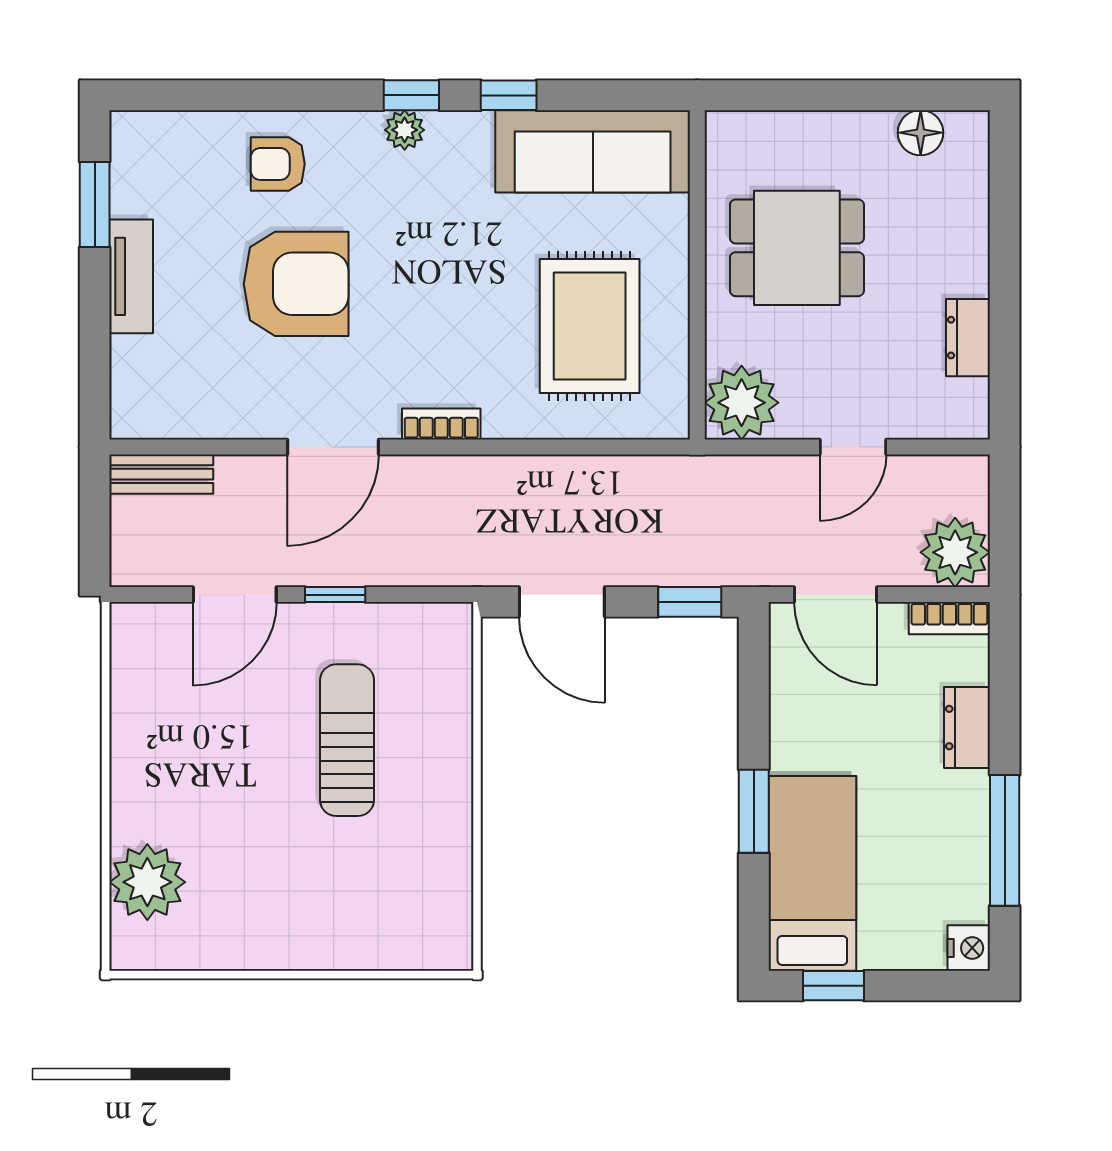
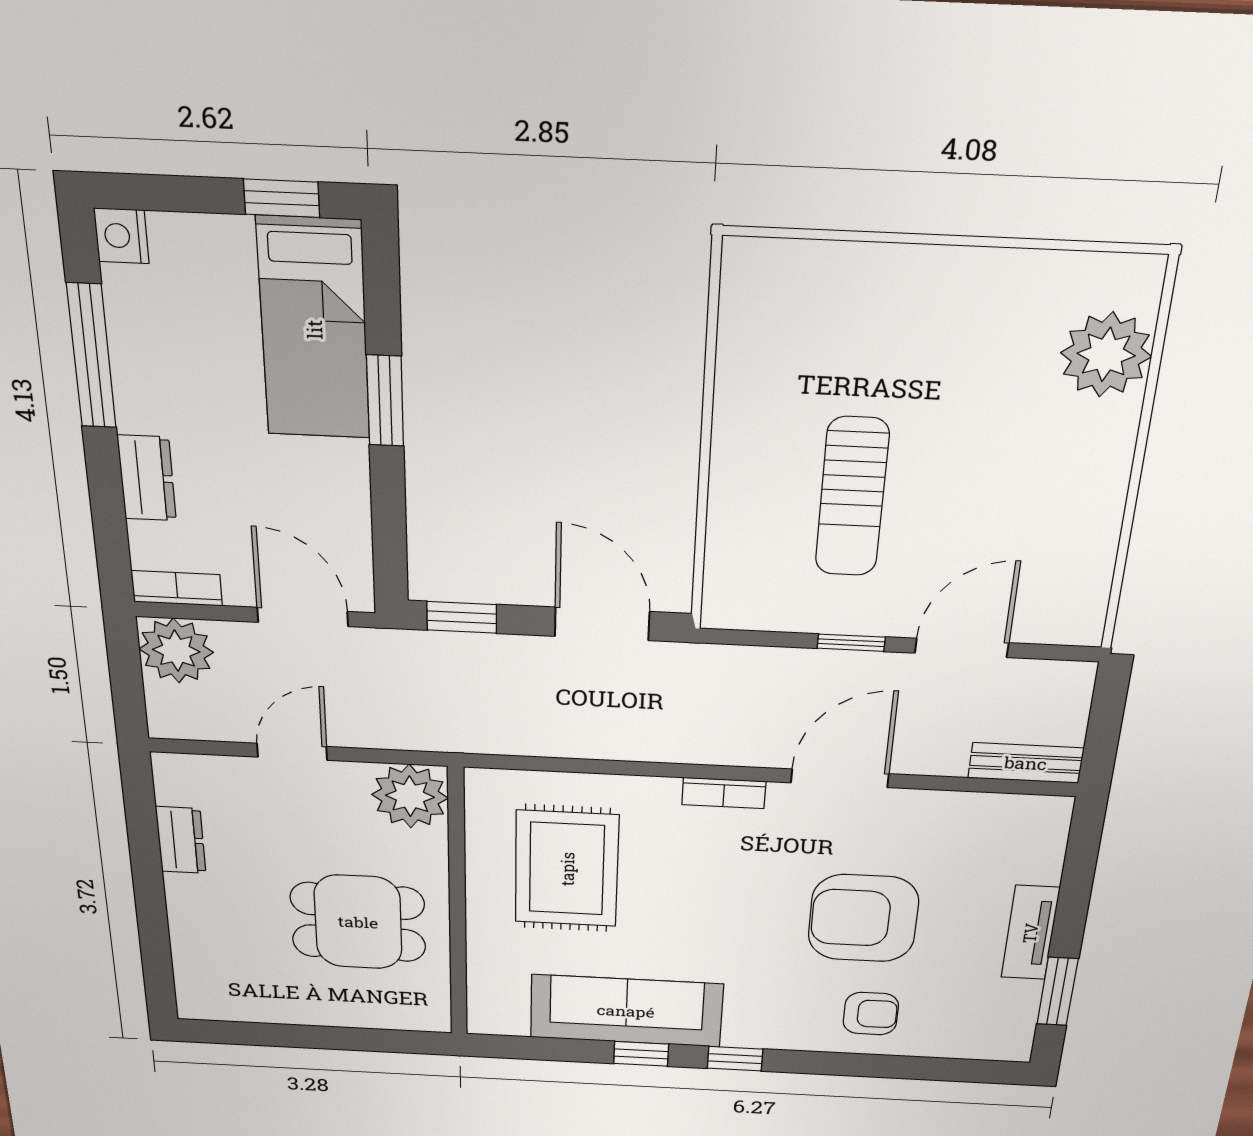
plant: (405, 130) -> (744, 1033), removed
floor lamp: (921, 133) -> (242, 1005), removed
sofa: (593, 151) -> (626, 1011), moved

